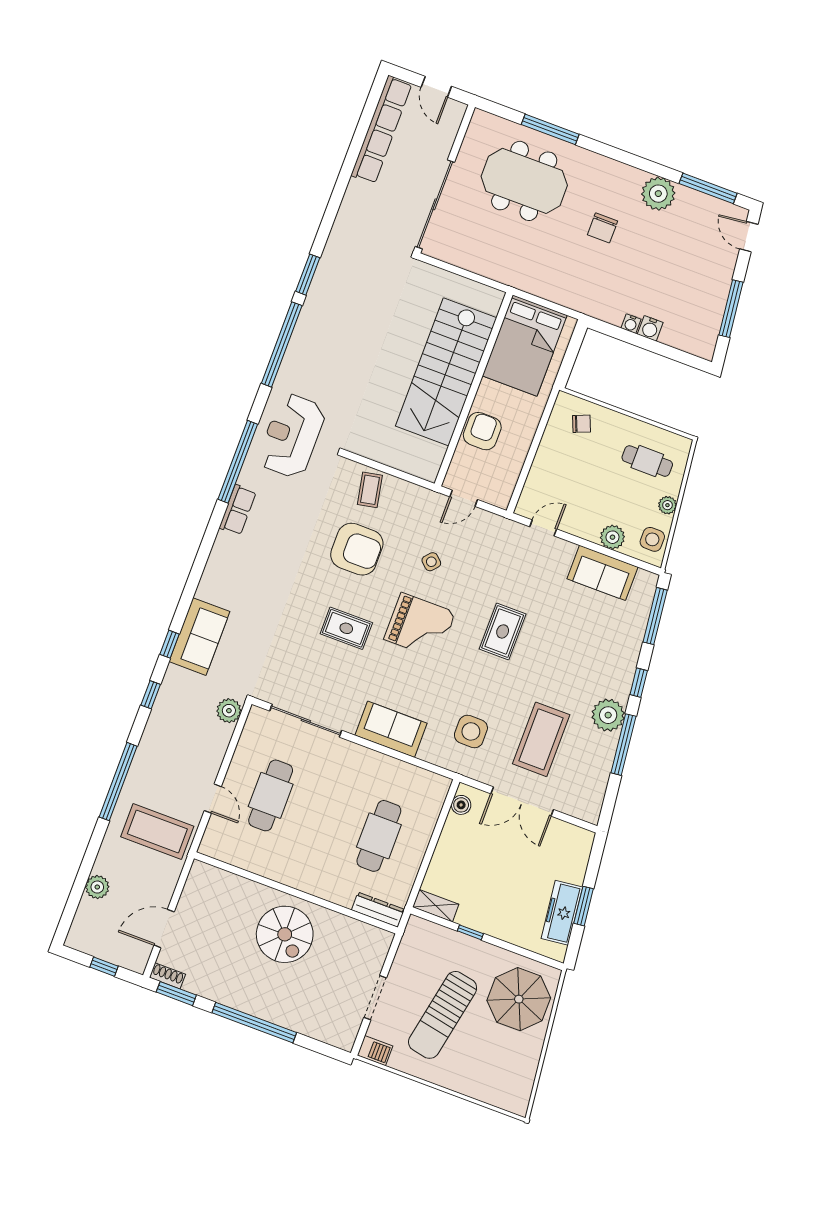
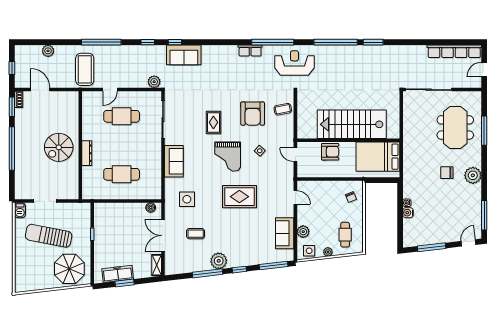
plant: (658, 194) -> (473, 175), moved
rug: (503, 631) -> (239, 197), width x1.36, depth x1.43
coffee table: (541, 739) -> (196, 234), width x0.54, depth x0.58
shelving: (436, 906) -> (157, 265), moved
dresser: (378, 910) -> (87, 153), moved

